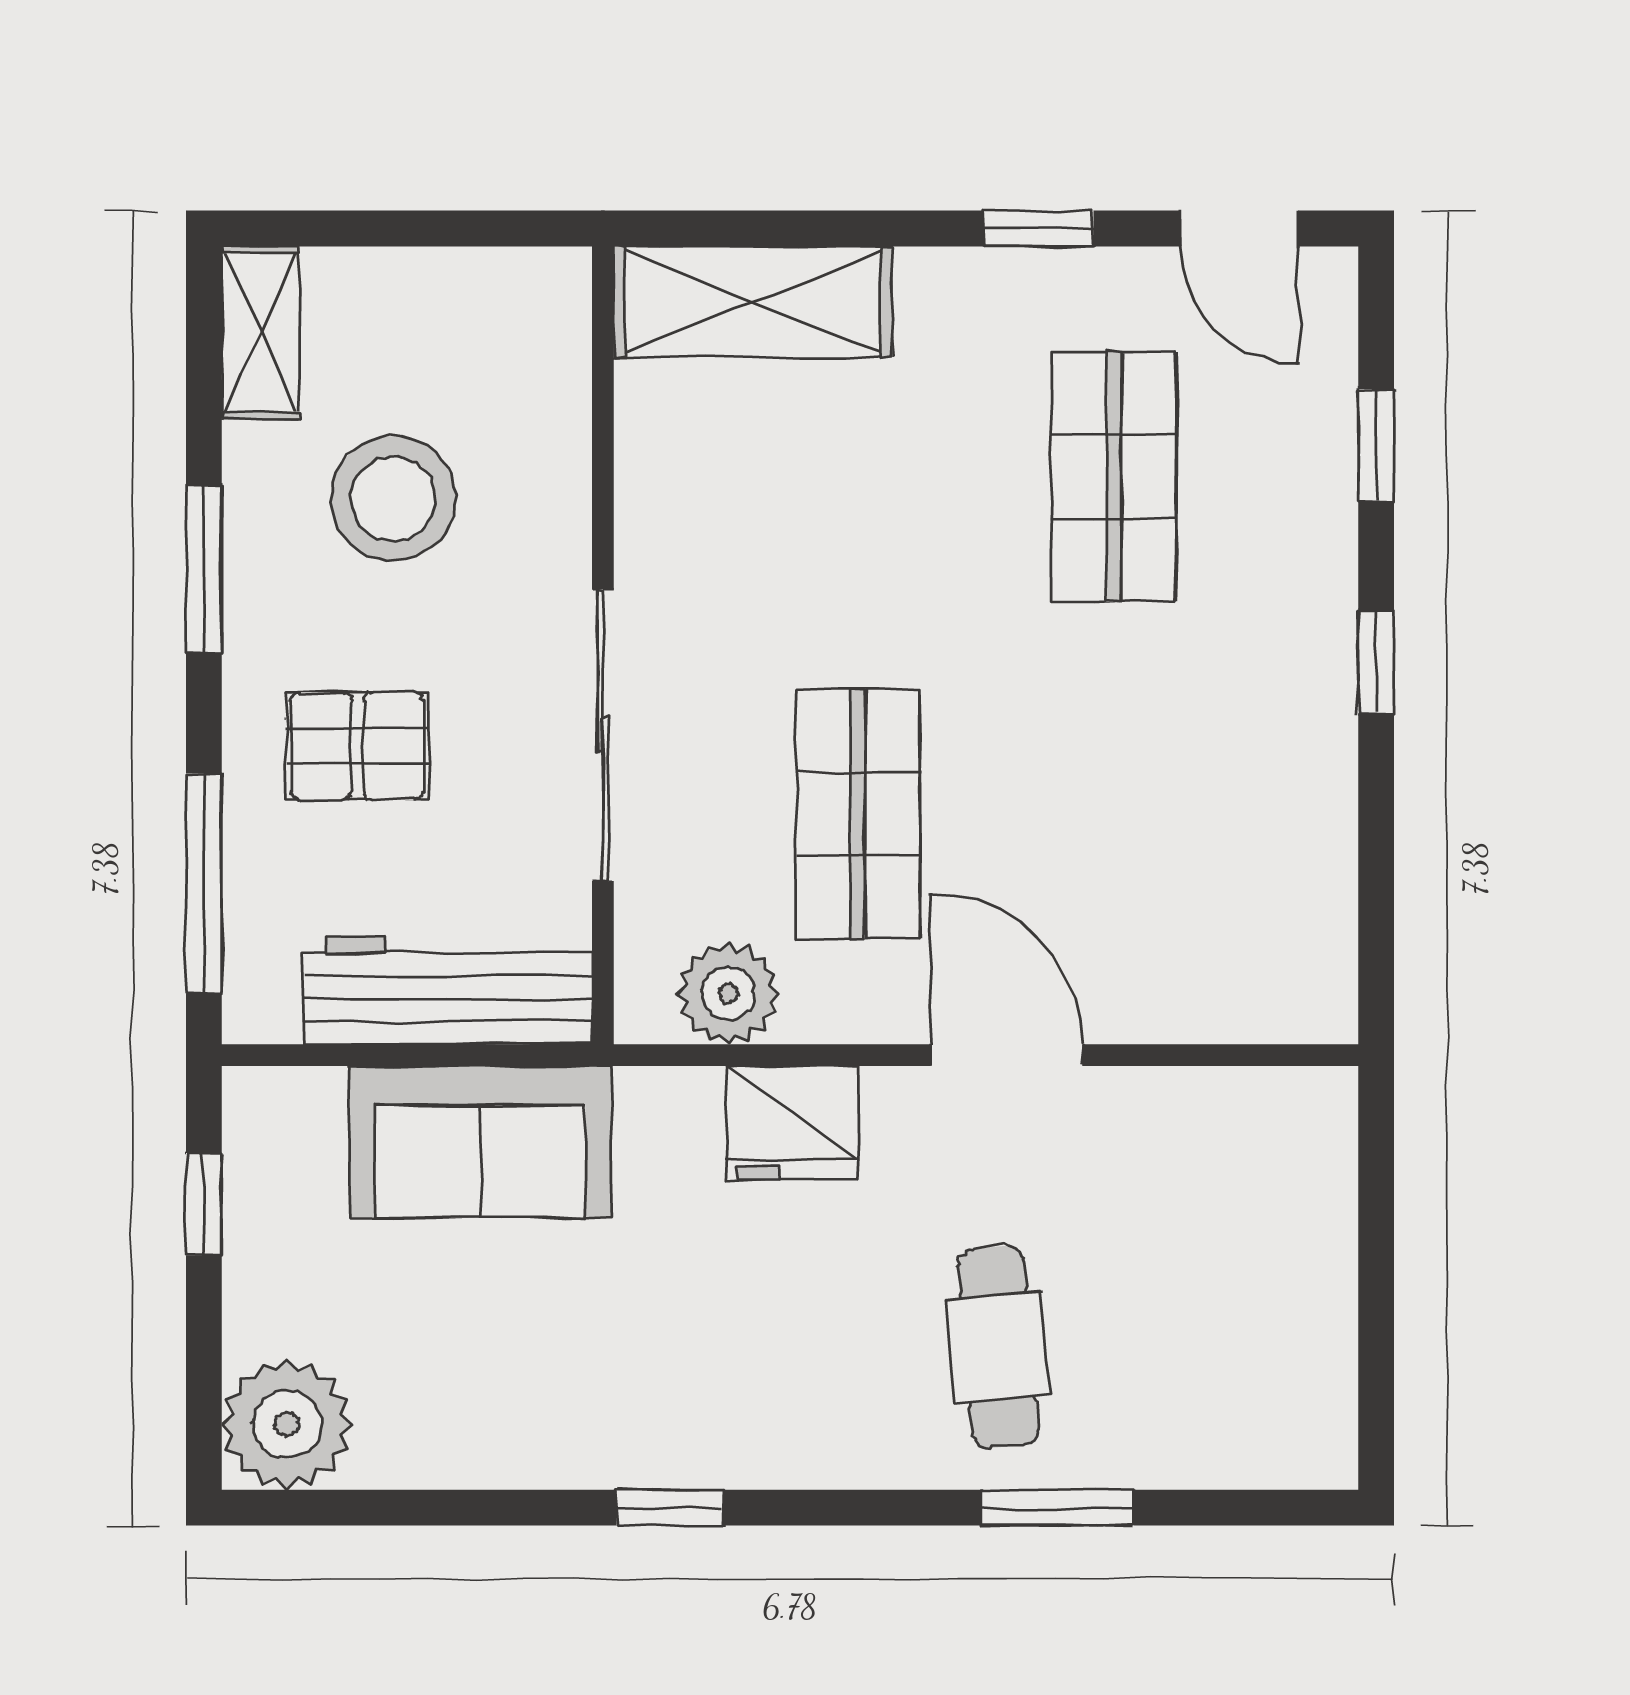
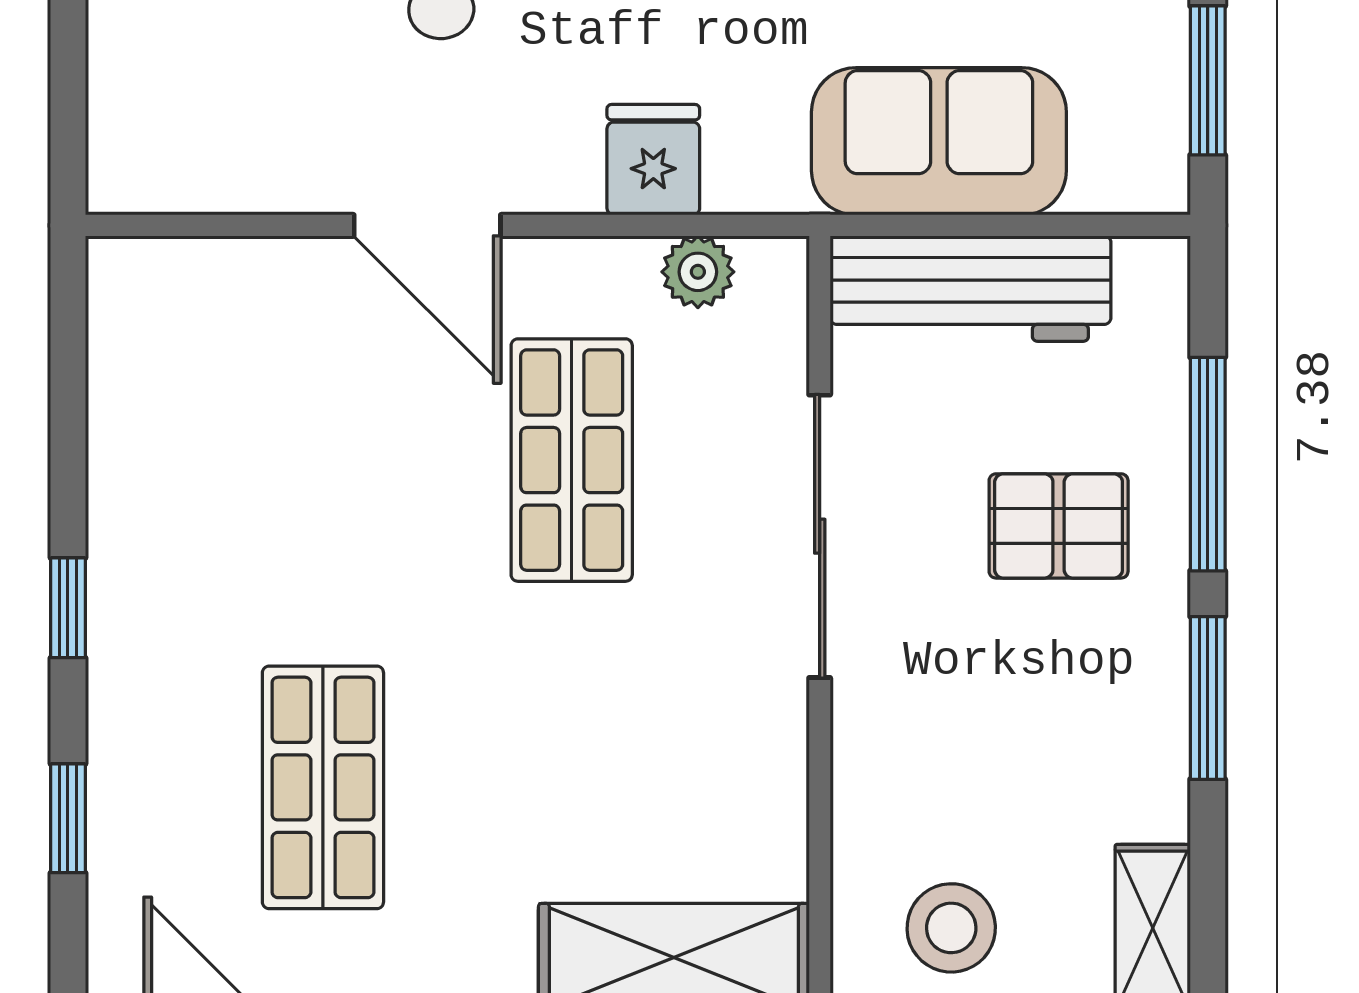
stool: (393, 499) -> (951, 928), moved, width x0.73, depth x0.73
window: (204, 883) -> (1208, 464), moved
plant: (728, 993) -> (698, 272), width x0.73, depth x0.73
fridge: (792, 1123) -> (653, 160), width x0.72
window: (204, 1204) -> (1208, 80), width x1.50

